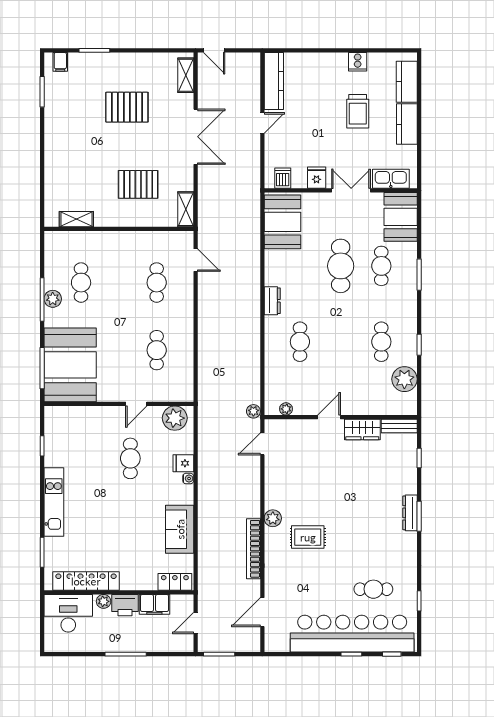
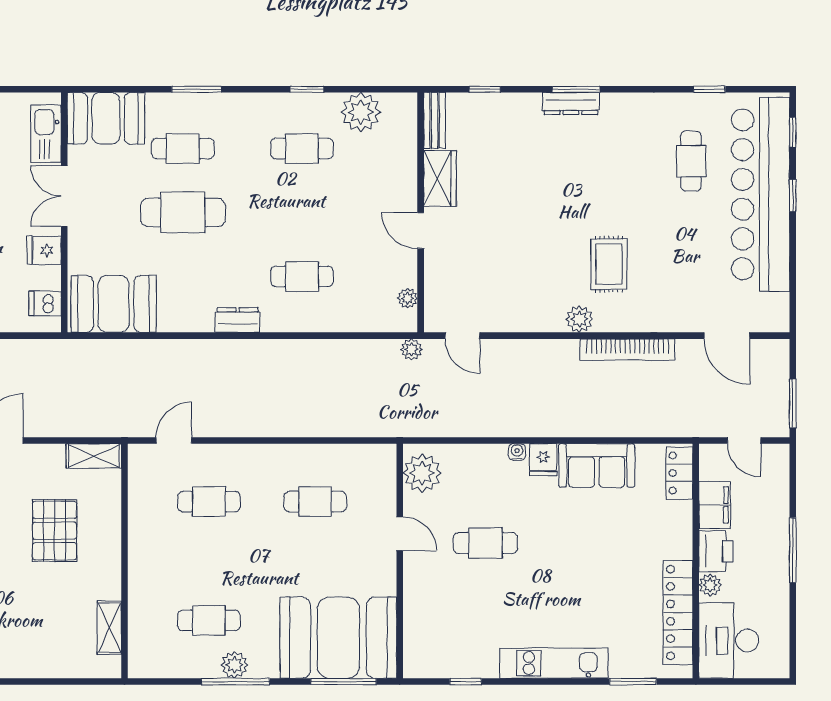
fridge: (183, 463) -> (543, 460), moved

